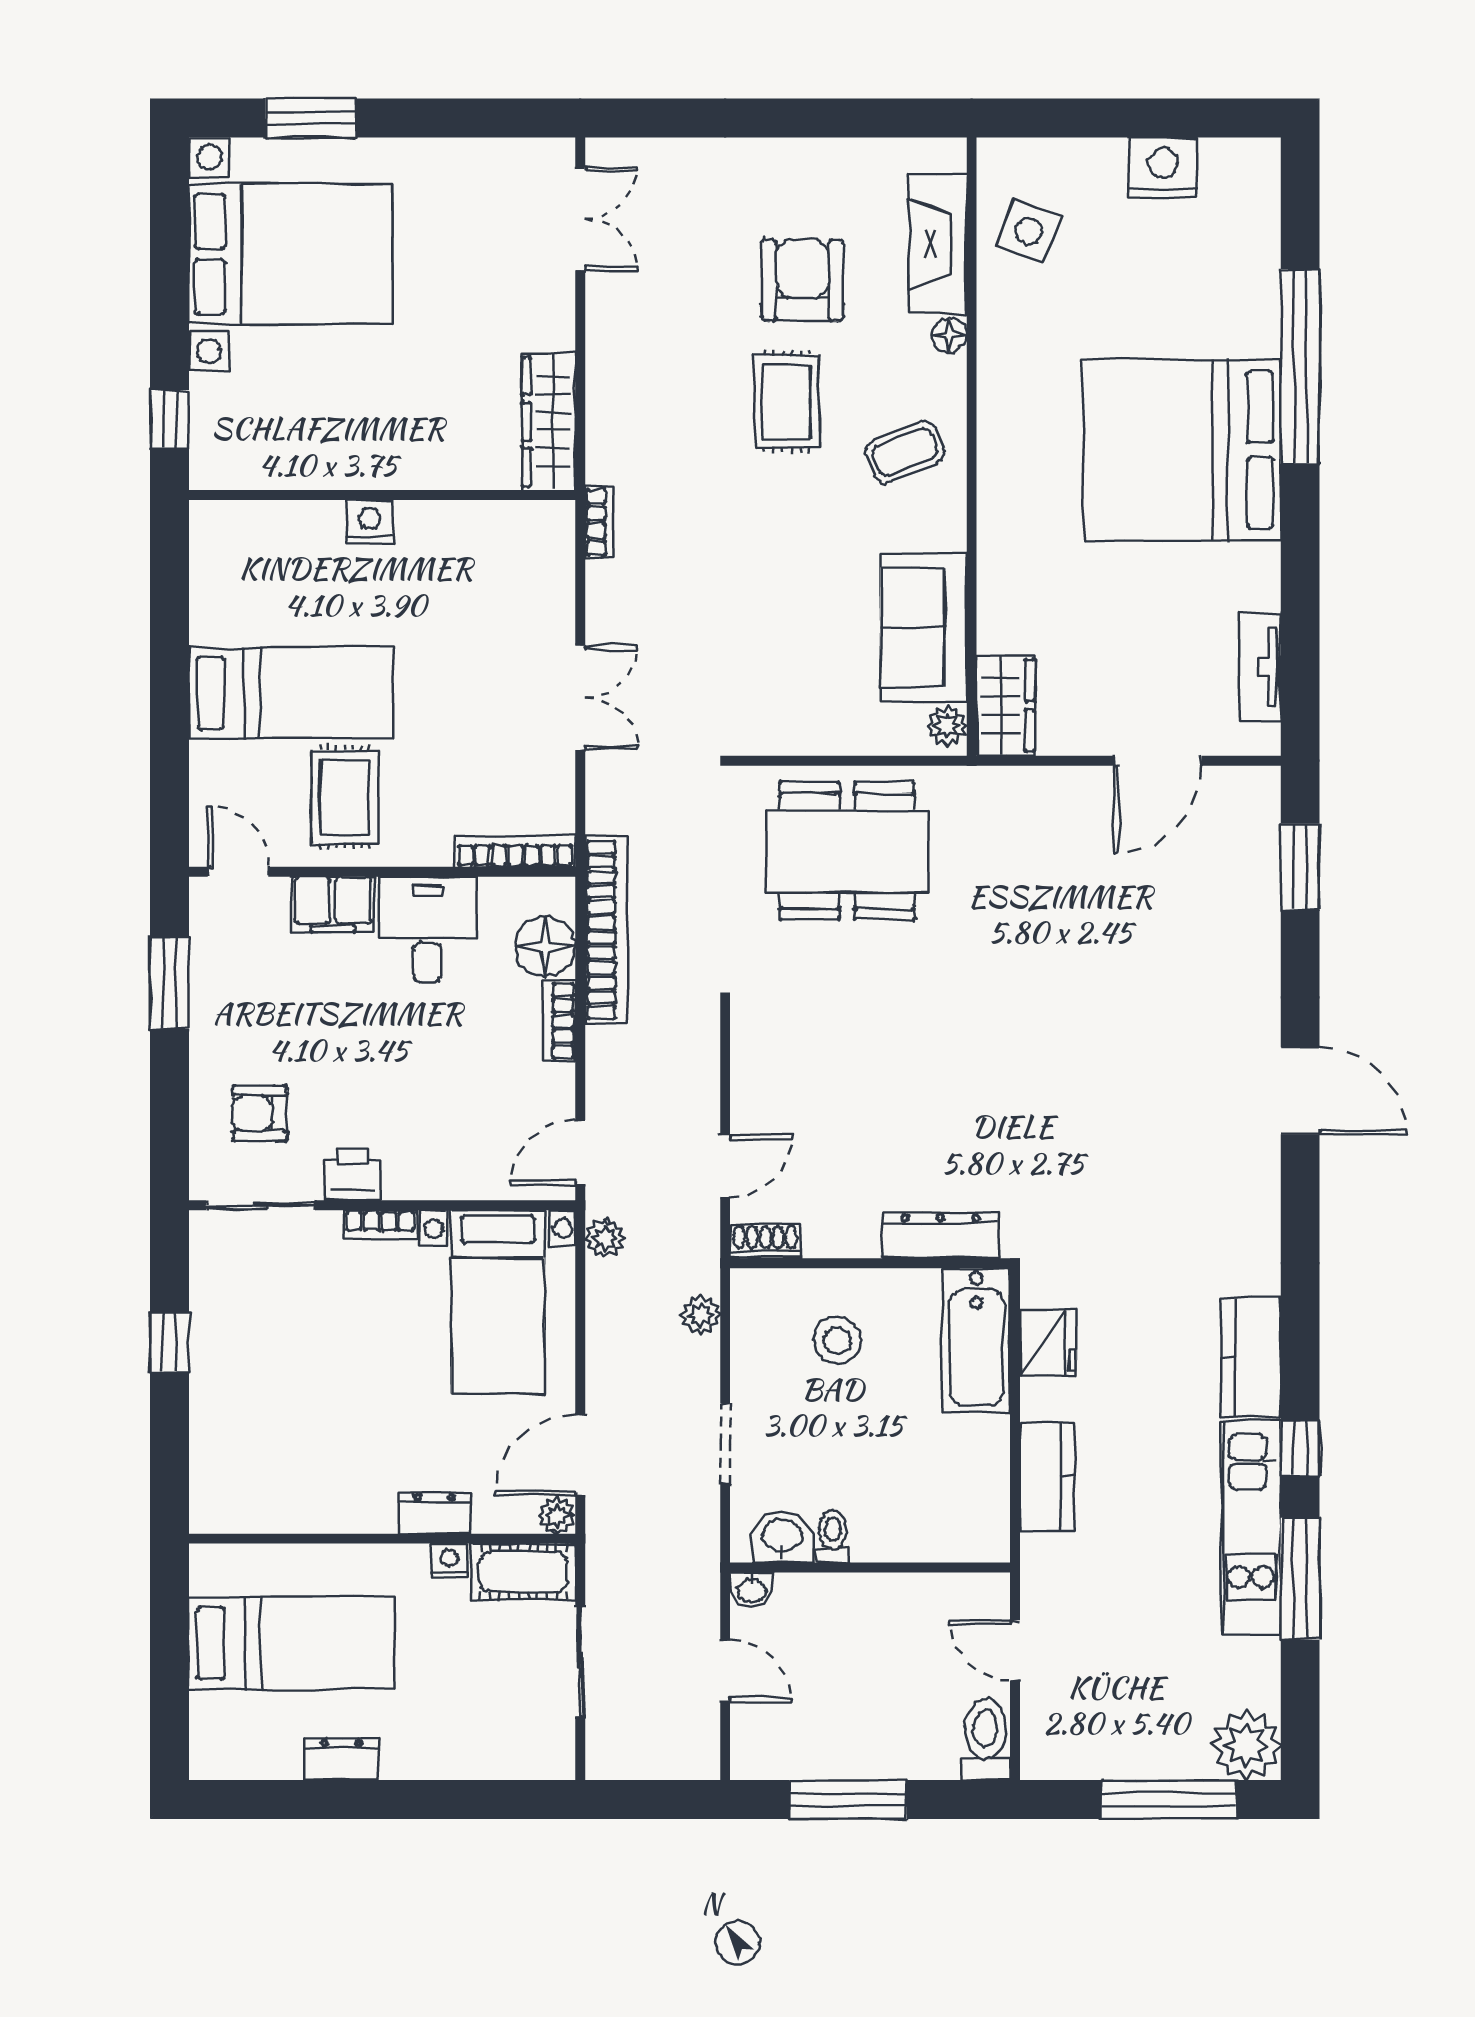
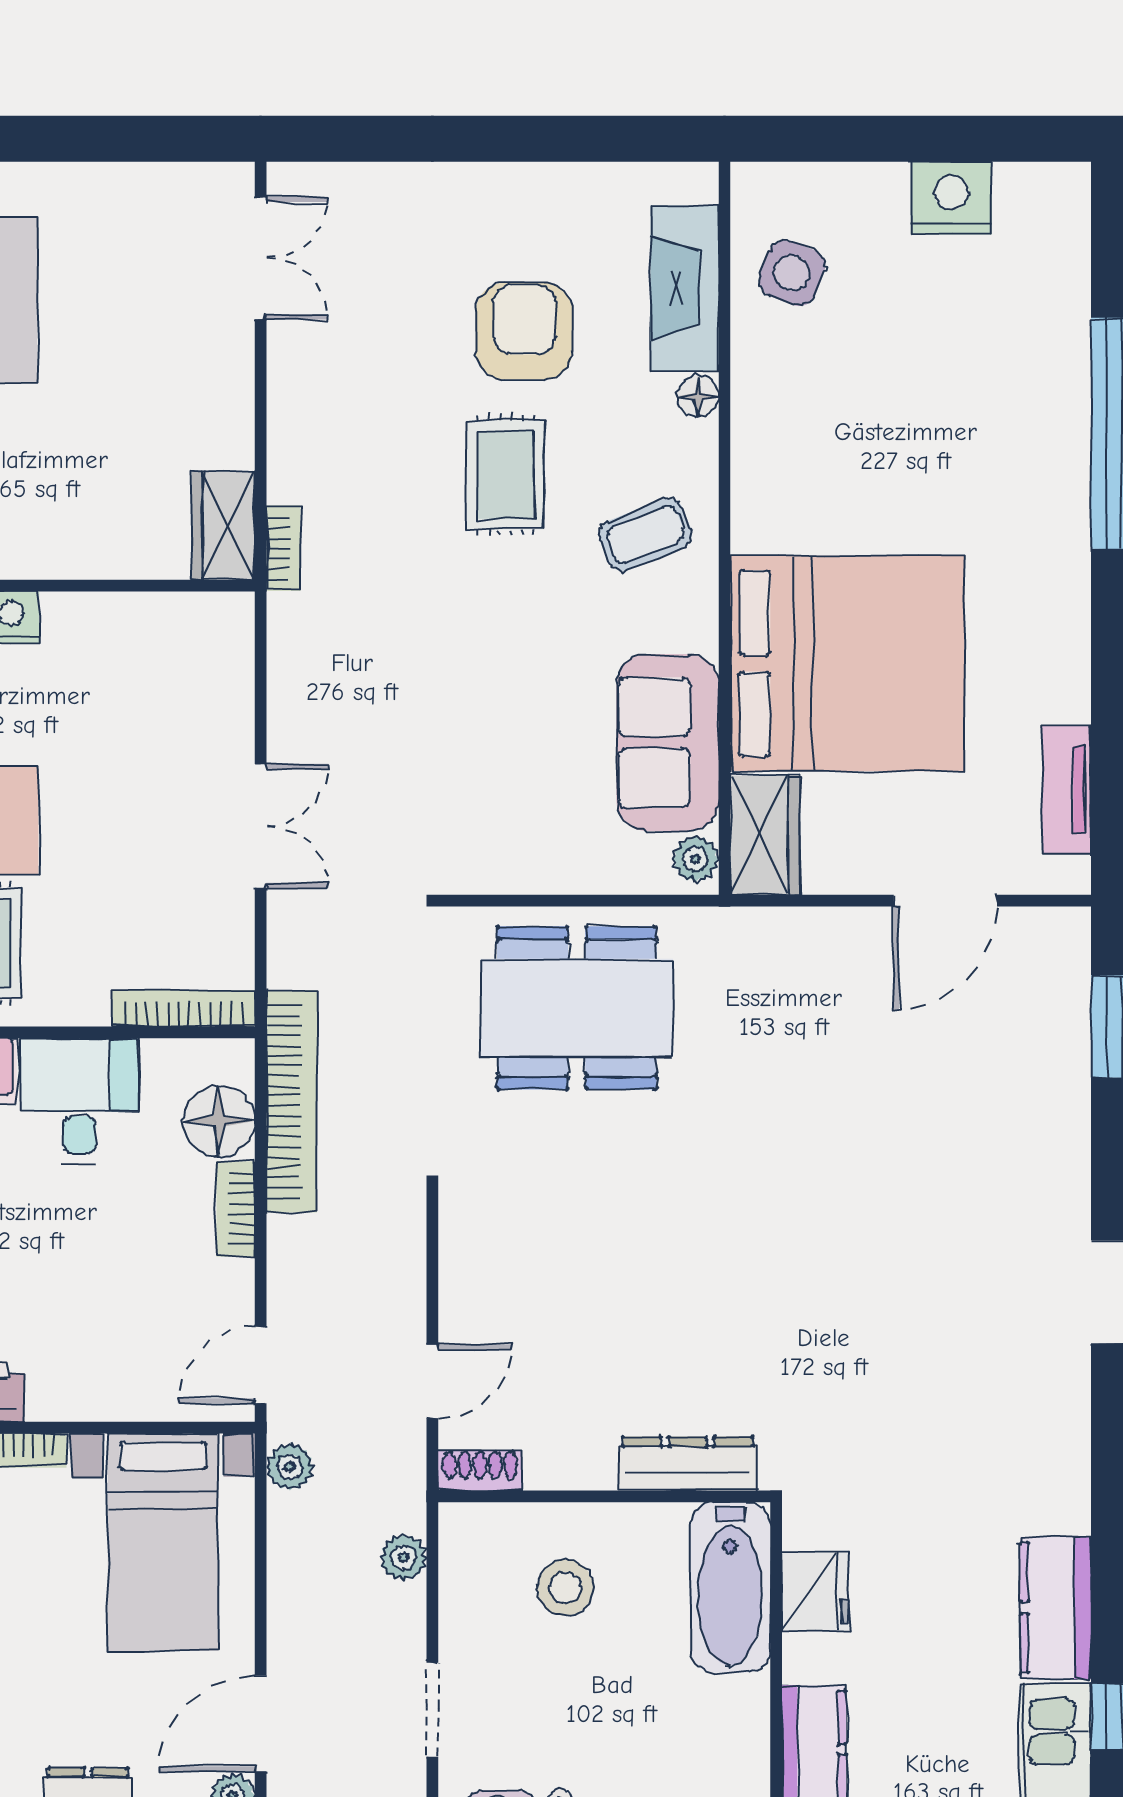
wardrobe: (549, 422) -> (223, 526), width x0.67
bed: (1182, 450) -> (847, 663), moved, turned 180
bookcase: (599, 522) -> (283, 548), moved

